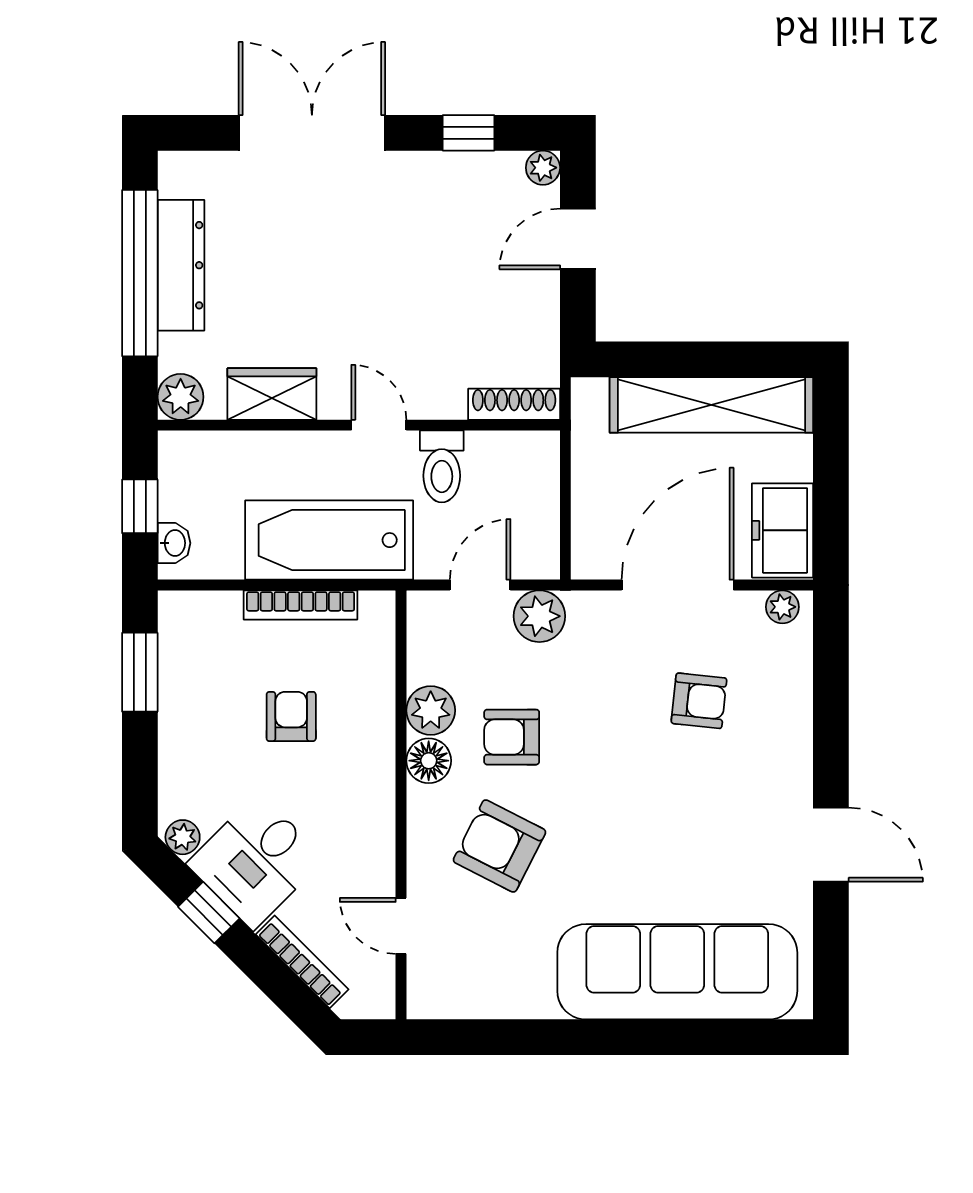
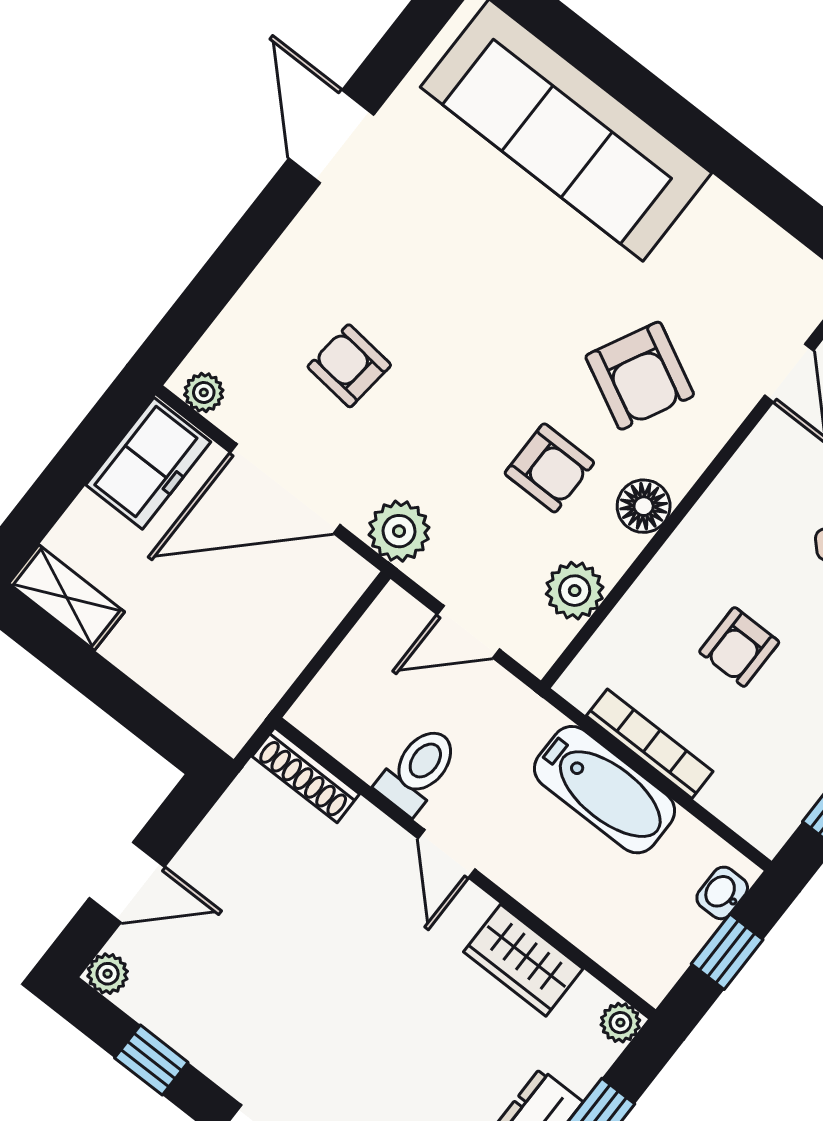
plant: (181, 397) -> (620, 1023), width x0.73, depth x0.73
shelving: (711, 405) -> (67, 598), width x0.45, depth x0.75
bathtub: (329, 540) -> (605, 790), width x0.73, depth x0.73
plant: (539, 616) -> (399, 531), moved
plant: (431, 710) -> (575, 591), moved

